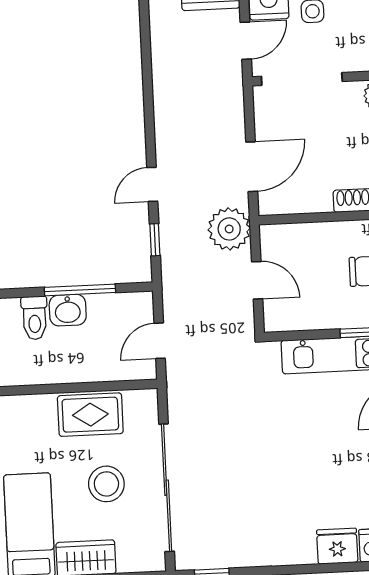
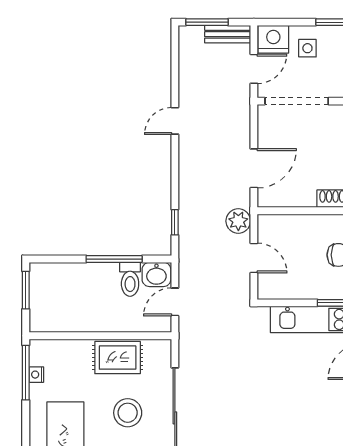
door: (152, 184) -> (175, 121), moved
plant: (229, 229) -> (238, 221), width x0.73, depth x0.73
washbasin: (68, 310) -> (156, 274), moved
toilet: (34, 318) -> (130, 279), moved

